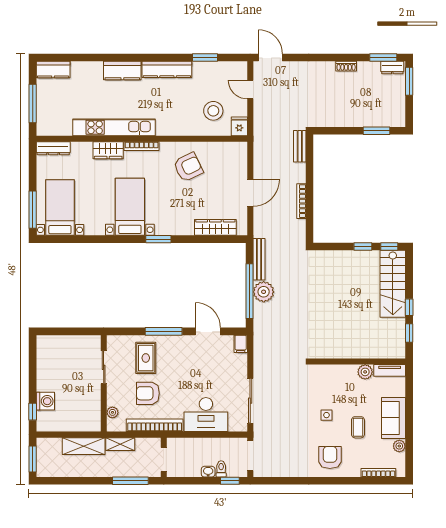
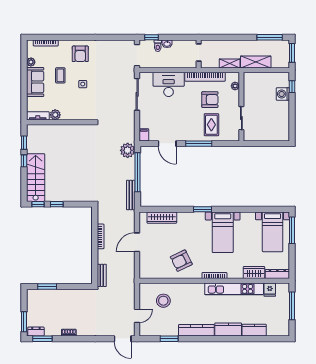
kitchen counter: (53, 70) -> (254, 330), moved
door: (250, 90) -> (137, 316), hinge flipped
fridge: (239, 126) -> (270, 290), moved
wardrobe: (108, 150) -> (254, 273), moved
plant: (264, 292) -> (128, 150), moved
window: (130, 481) -> (270, 37), moved

